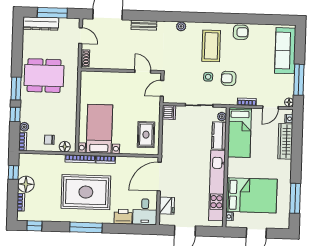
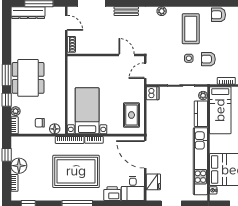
armchair: (241, 32) -> (218, 15), turned 180
dining table: (44, 76) -> (28, 78), moved, turned 90
door: (159, 177) -> (145, 154), hinge flipped

